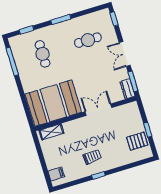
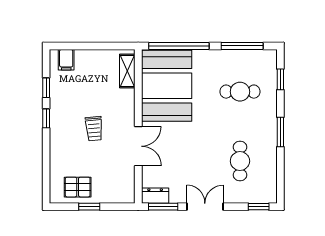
window: (25, 103) -> (179, 46), added
pallet: (137, 141) -> (78, 187), turned 90
trolley: (92, 157) -> (94, 129), moved
window: (79, 181) -> (46, 88), added

